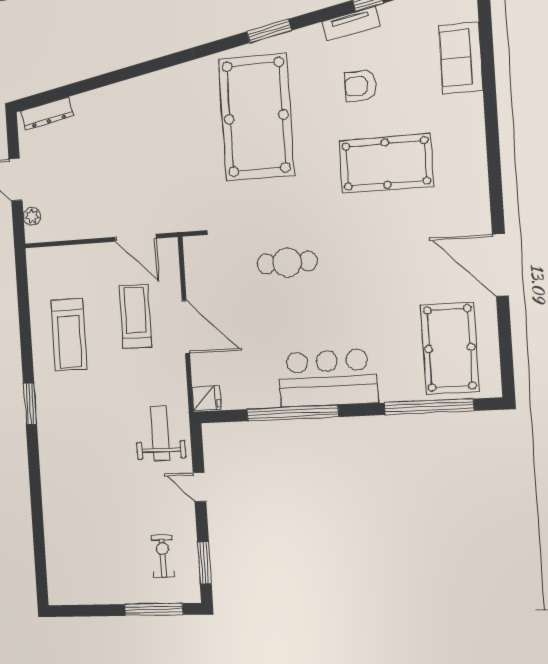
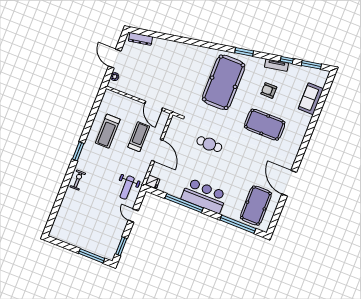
weight bench: (160, 434) -> (127, 188), turned 180
exercise bike: (163, 556) -> (78, 180), moved

